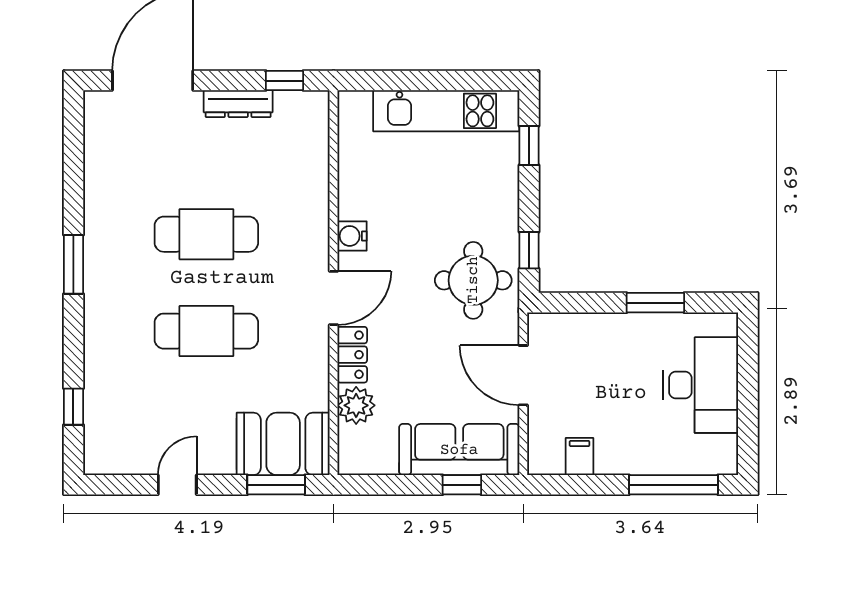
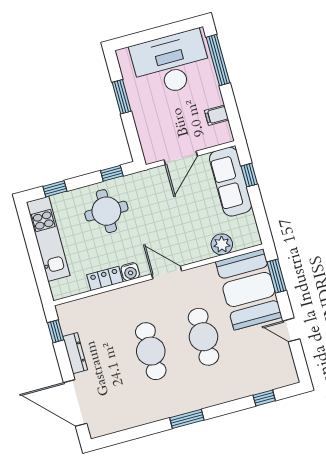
round table: (473, 280) -> (106, 211), moved
locker: (352, 355) -> (105, 278), moved
desk: (701, 385) -> (171, 64), width x1.36, depth x1.30
booth: (283, 444) -> (249, 289), width x1.36, depth x1.42

